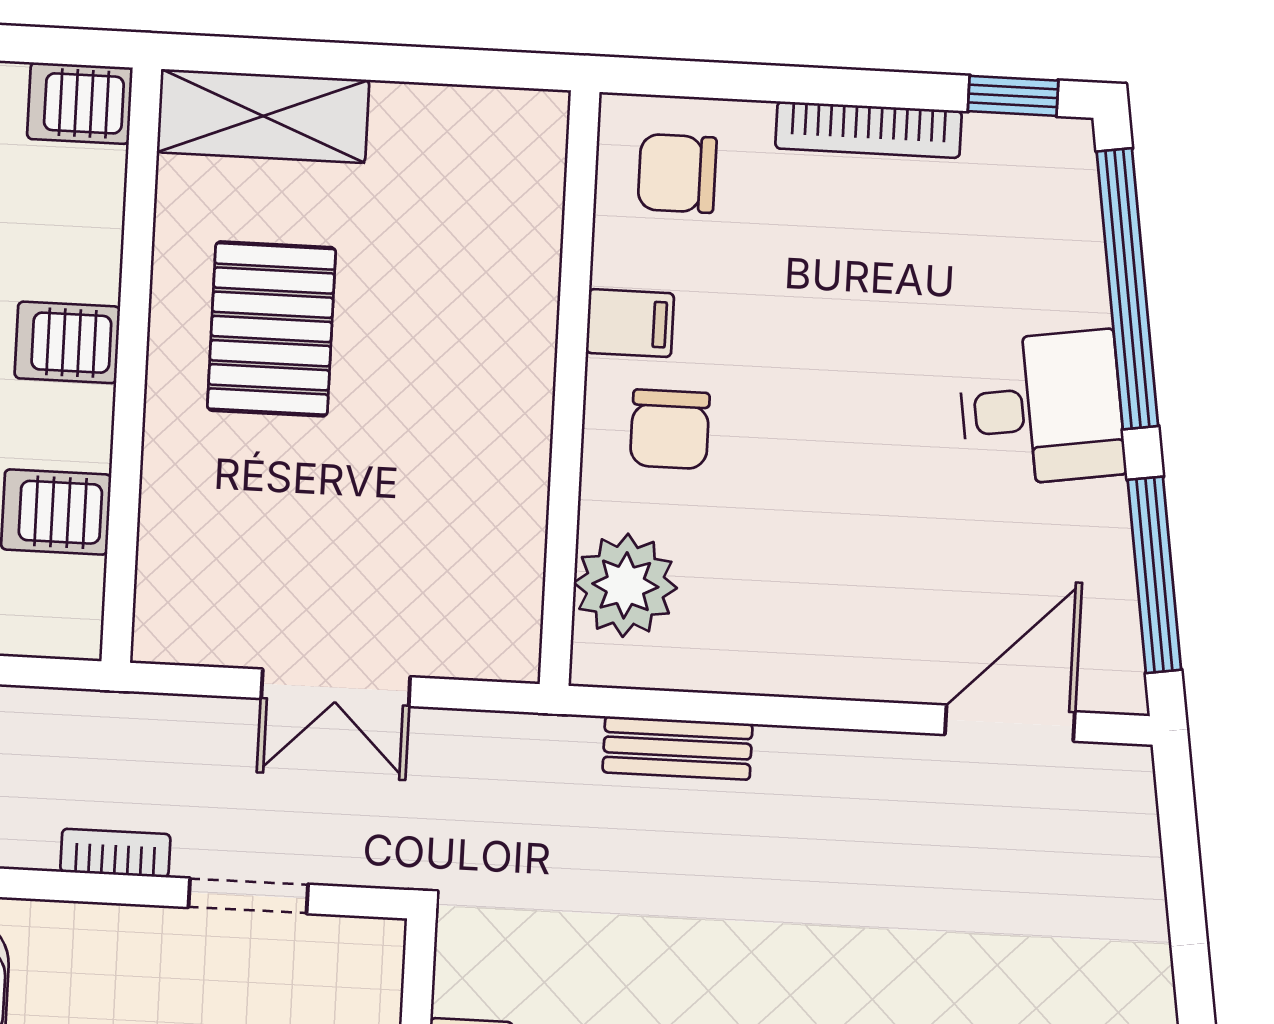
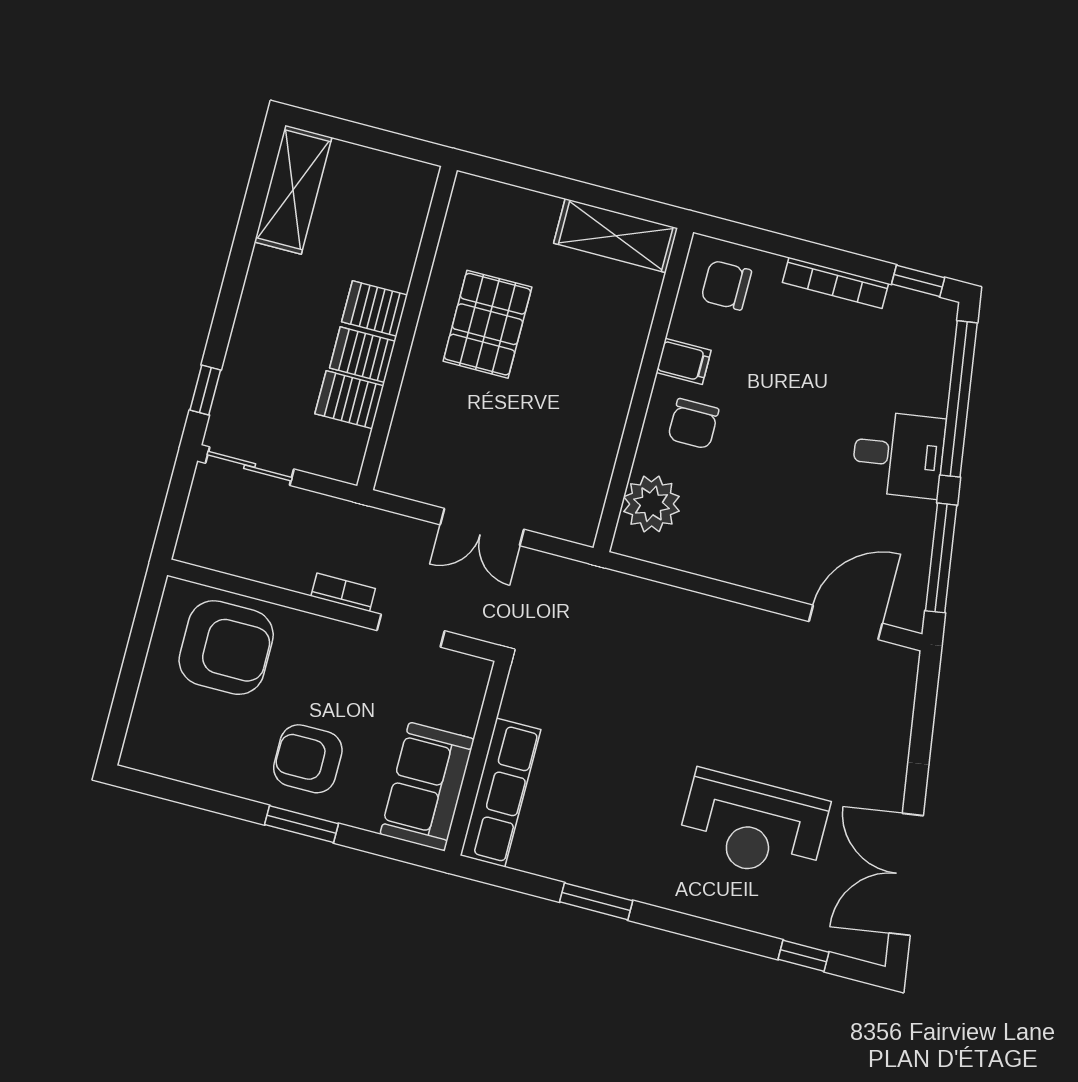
server rack: (80, 103) -> (362, 355), moved
shelving: (263, 116) -> (616, 236), moved
bench: (677, 748) -> (662, 599), removed

